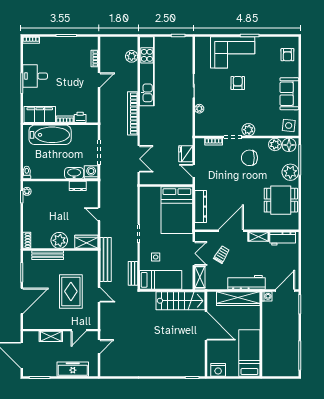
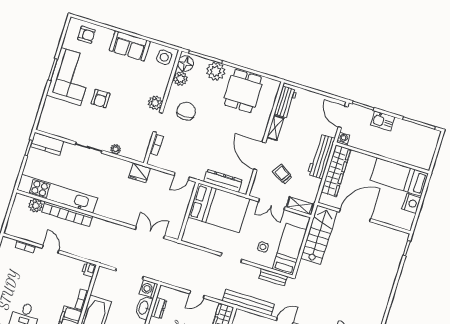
kitchen counter: (186, 50) -> (47, 144), added
corner sofa: (233, 52) -> (71, 77), moved
armchair: (238, 83) -> (101, 99), turned -90
bookcase: (133, 113) -> (67, 214), moved
printer: (80, 117) -> (89, 269), moved
fridge: (186, 154) -> (140, 173), moved
chair: (249, 158) -> (186, 111), turned 180
double door: (194, 253) -> (272, 204), swing flipped
kitchen sink: (292, 325) -> (383, 121), added
nightstand: (218, 370) -> (411, 203), moved

